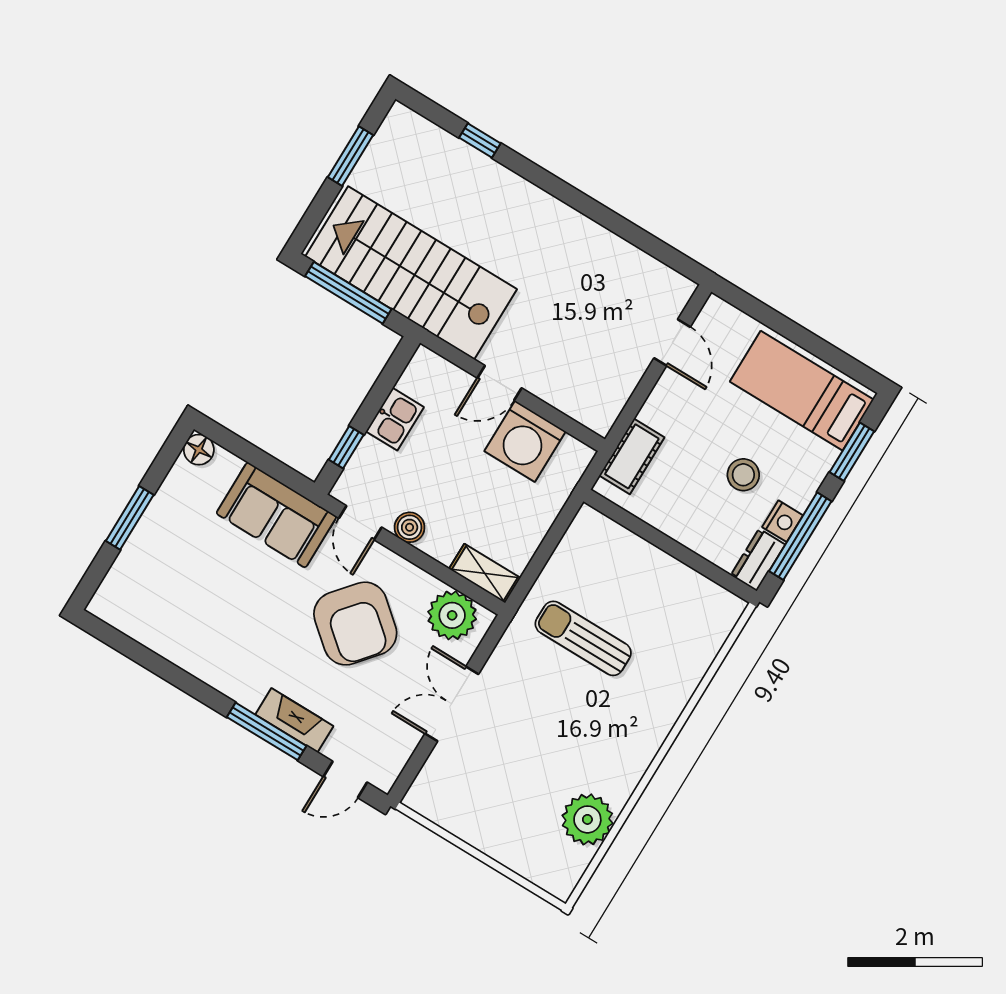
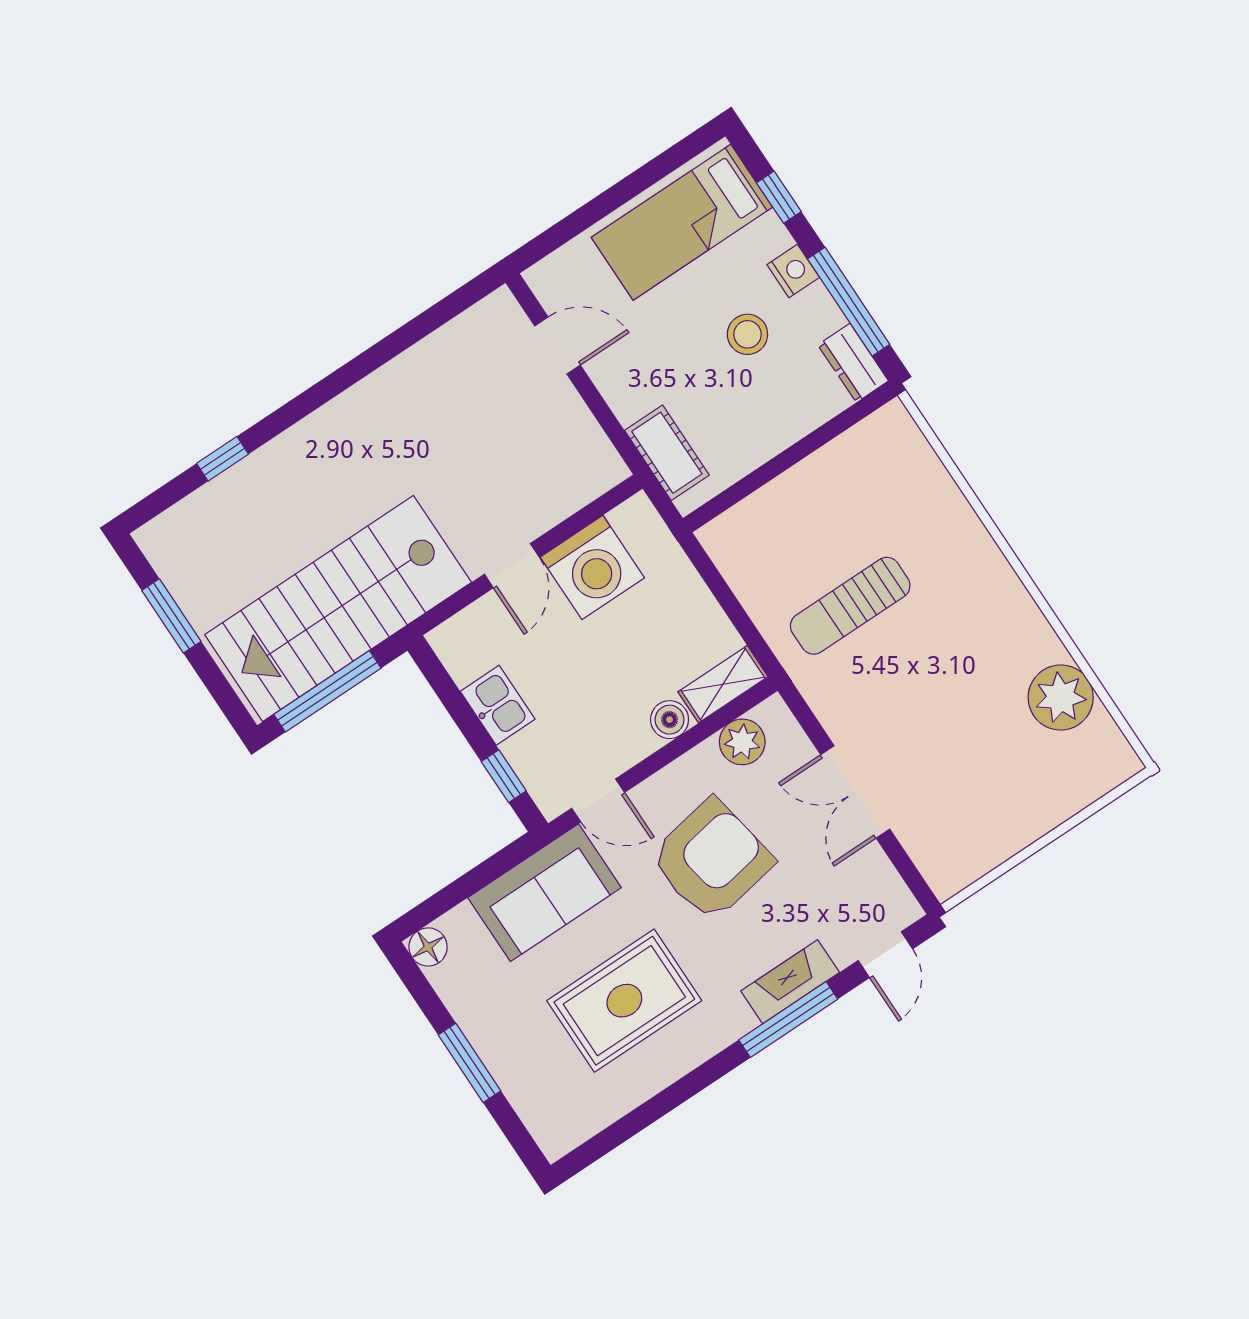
window: (852, 452) -> (779, 197), width x0.67
nightstand: (783, 521) -> (793, 271), moved
boiler: (410, 527) -> (670, 720), moved
rug: (226, 608) -> (624, 1001), added
plant: (452, 615) -> (742, 742), width x0.73, depth x0.73
armchair: (355, 624) -> (711, 860), turned -50

